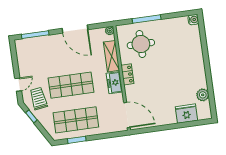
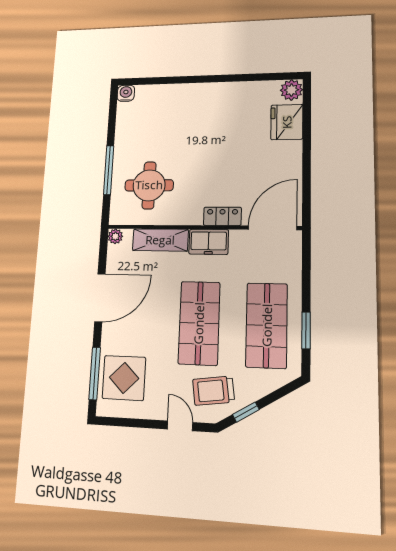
display table: (36, 51) -> (124, 378), added
locker: (127, 74) -> (222, 216), moved
plant: (203, 95) -> (291, 90), moved

